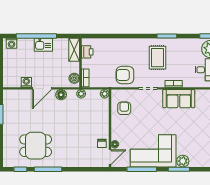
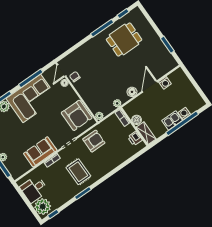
washing machine: (12, 43) -> (184, 114), moved
boiler: (74, 78) -> (137, 120), moved
armchair: (124, 108) -> (77, 115), width x1.88, depth x1.88

